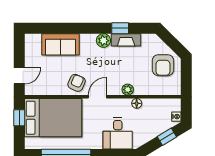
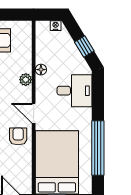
armchair: (77, 83) -> (18, 136), turned 66
window: (167, 137) -> (84, 46), moved

